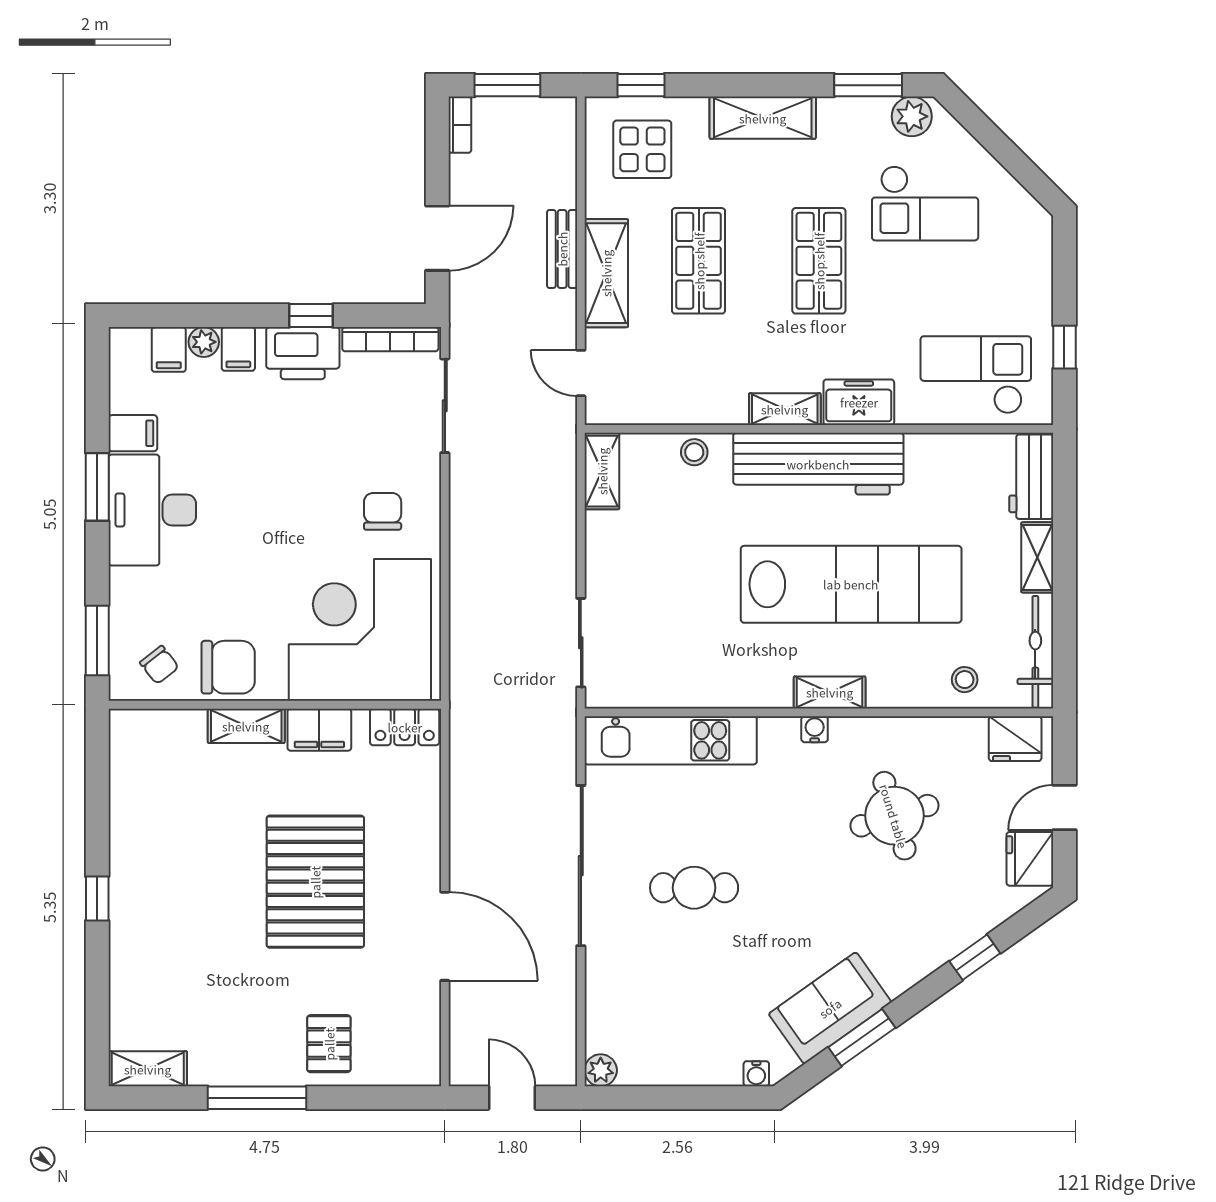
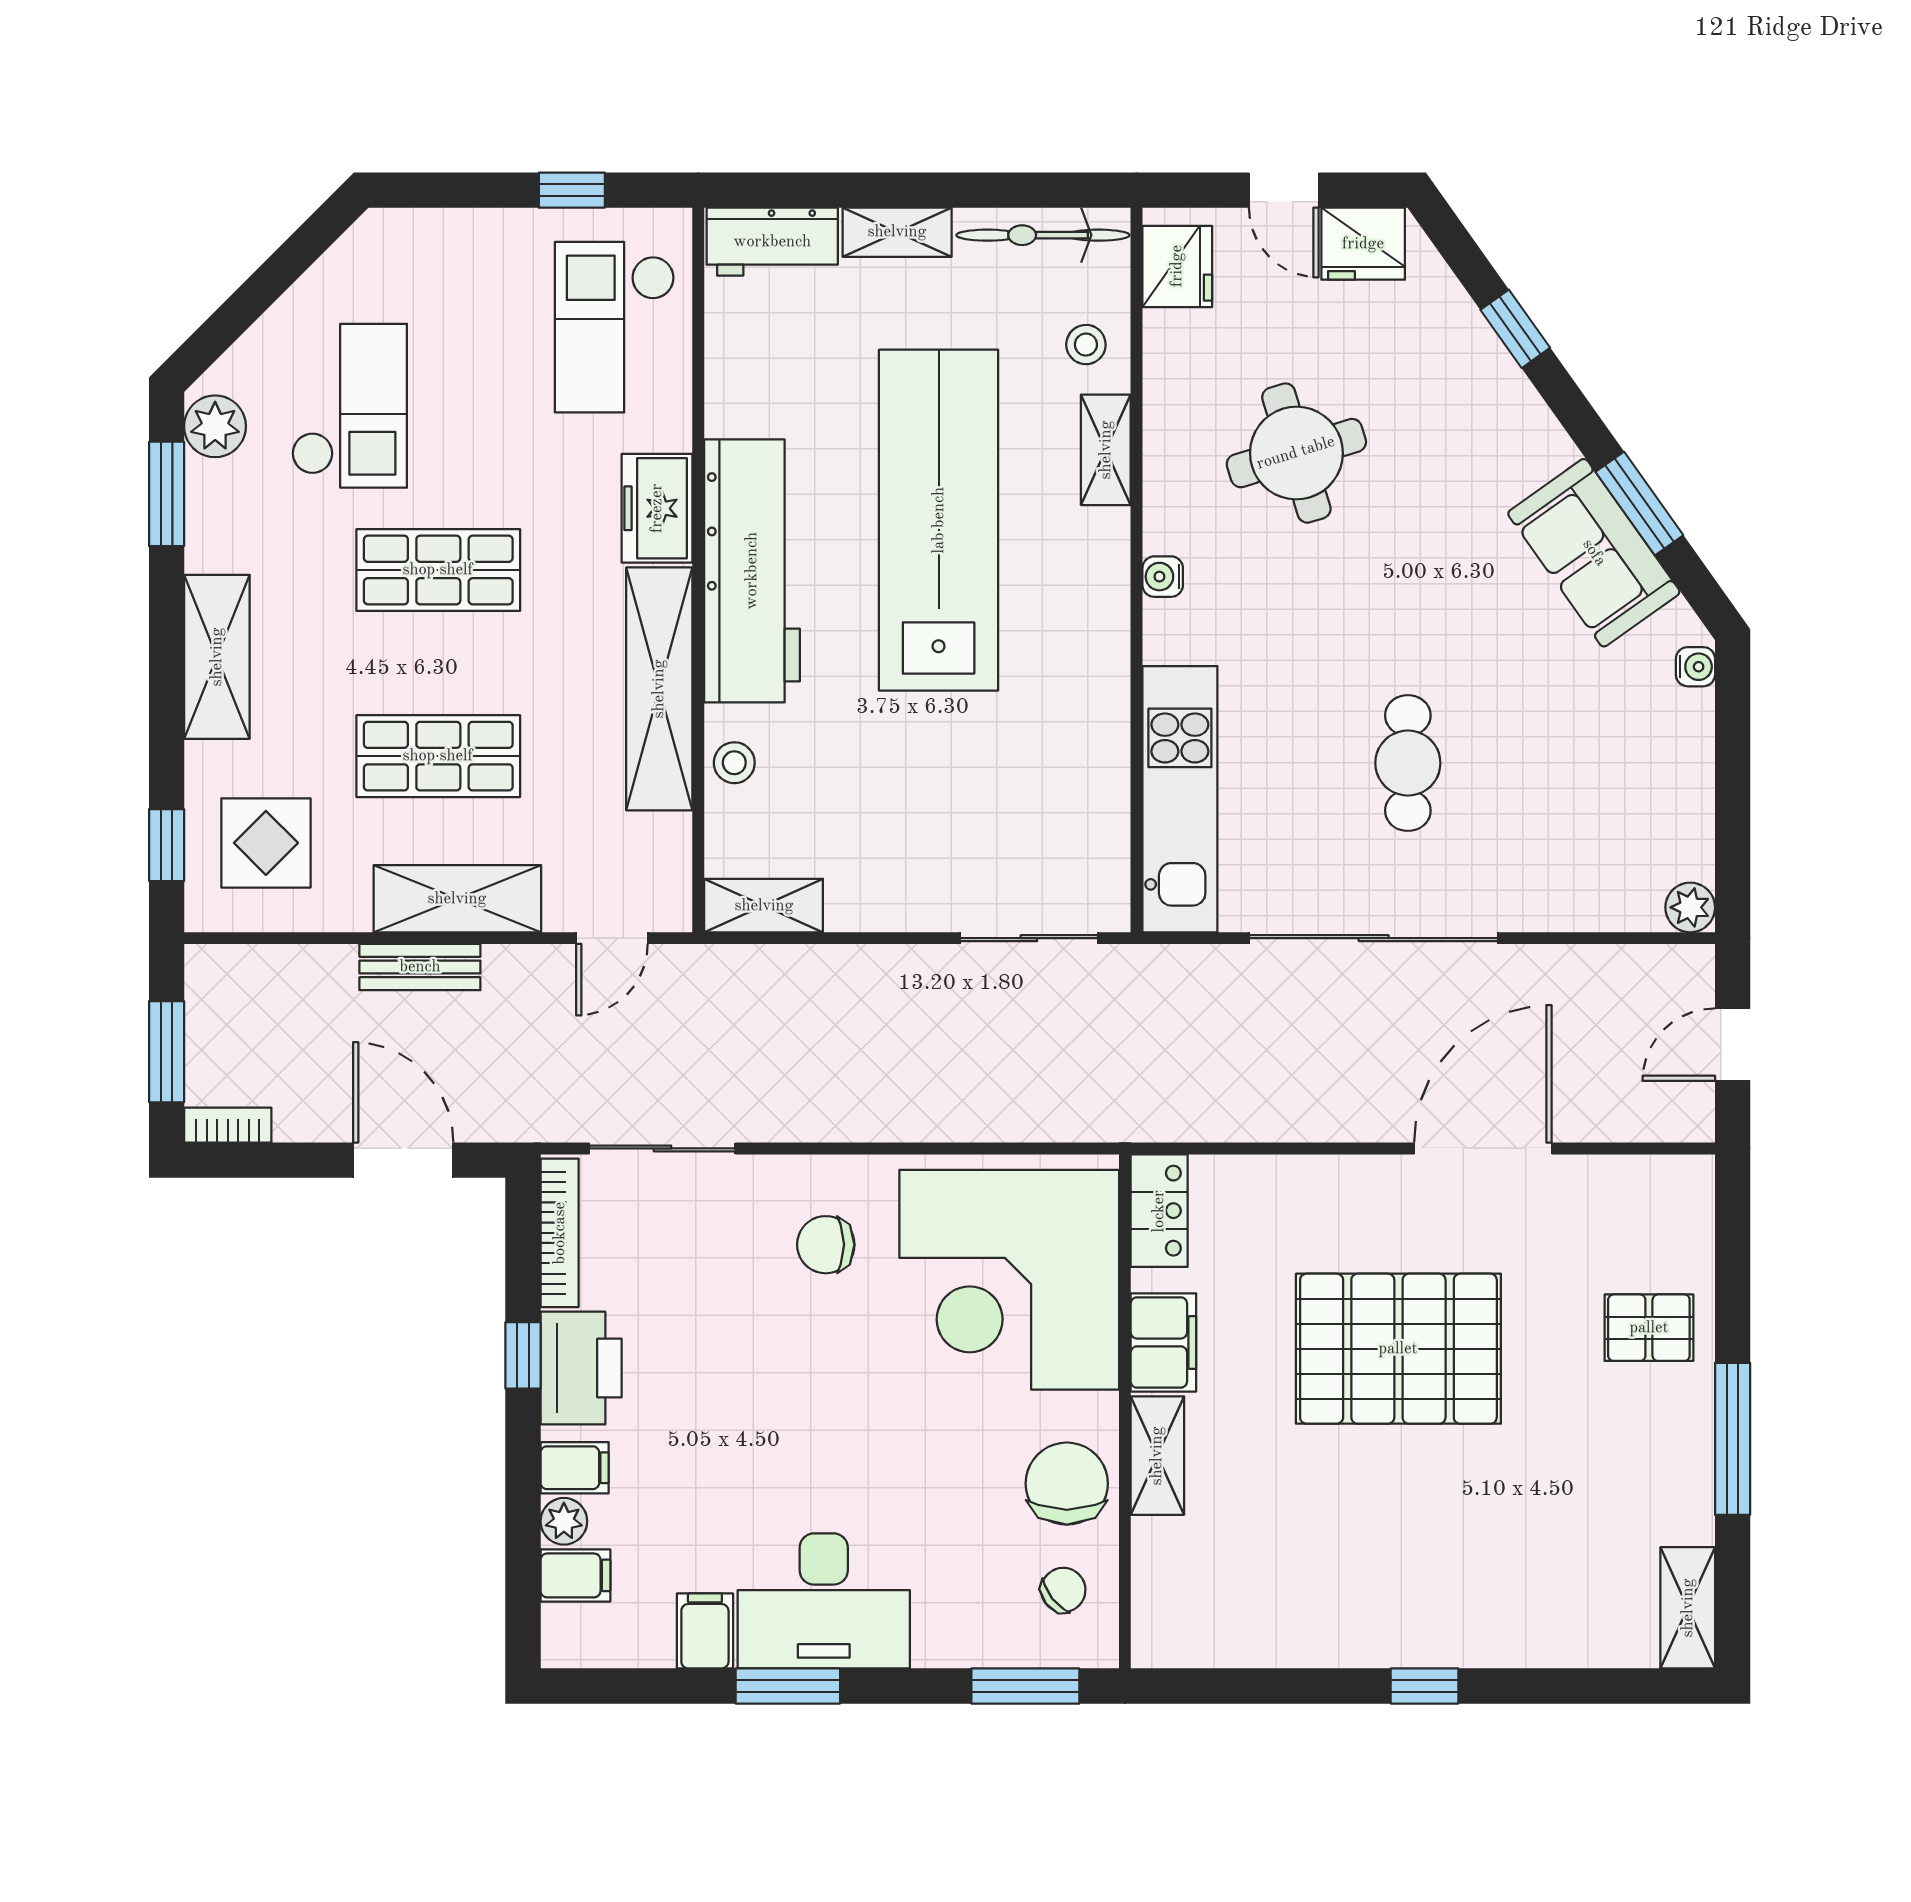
shelving: (785, 409) -> (659, 689), width x2.20, depth x1.33
shelving: (830, 692) -> (1106, 450), moved

